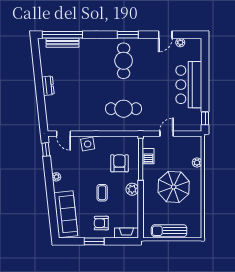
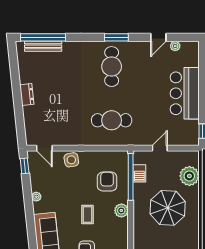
plant: (197, 163) -> (189, 176), width x1.87, depth x1.87

